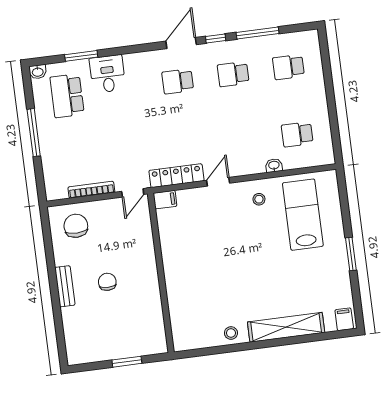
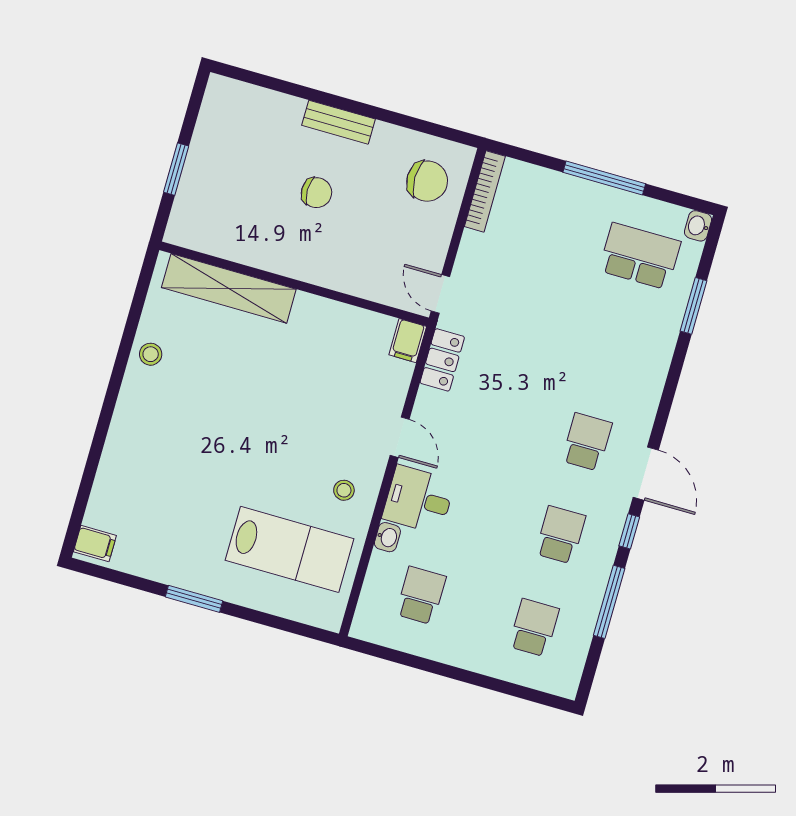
desk: (107, 74) -> (419, 500), moved, turned 180
locker: (176, 176) -> (442, 360), width x0.66
bookcase: (91, 190) -> (485, 191), moved
shelving: (286, 327) -> (229, 288), moved, turned 90

